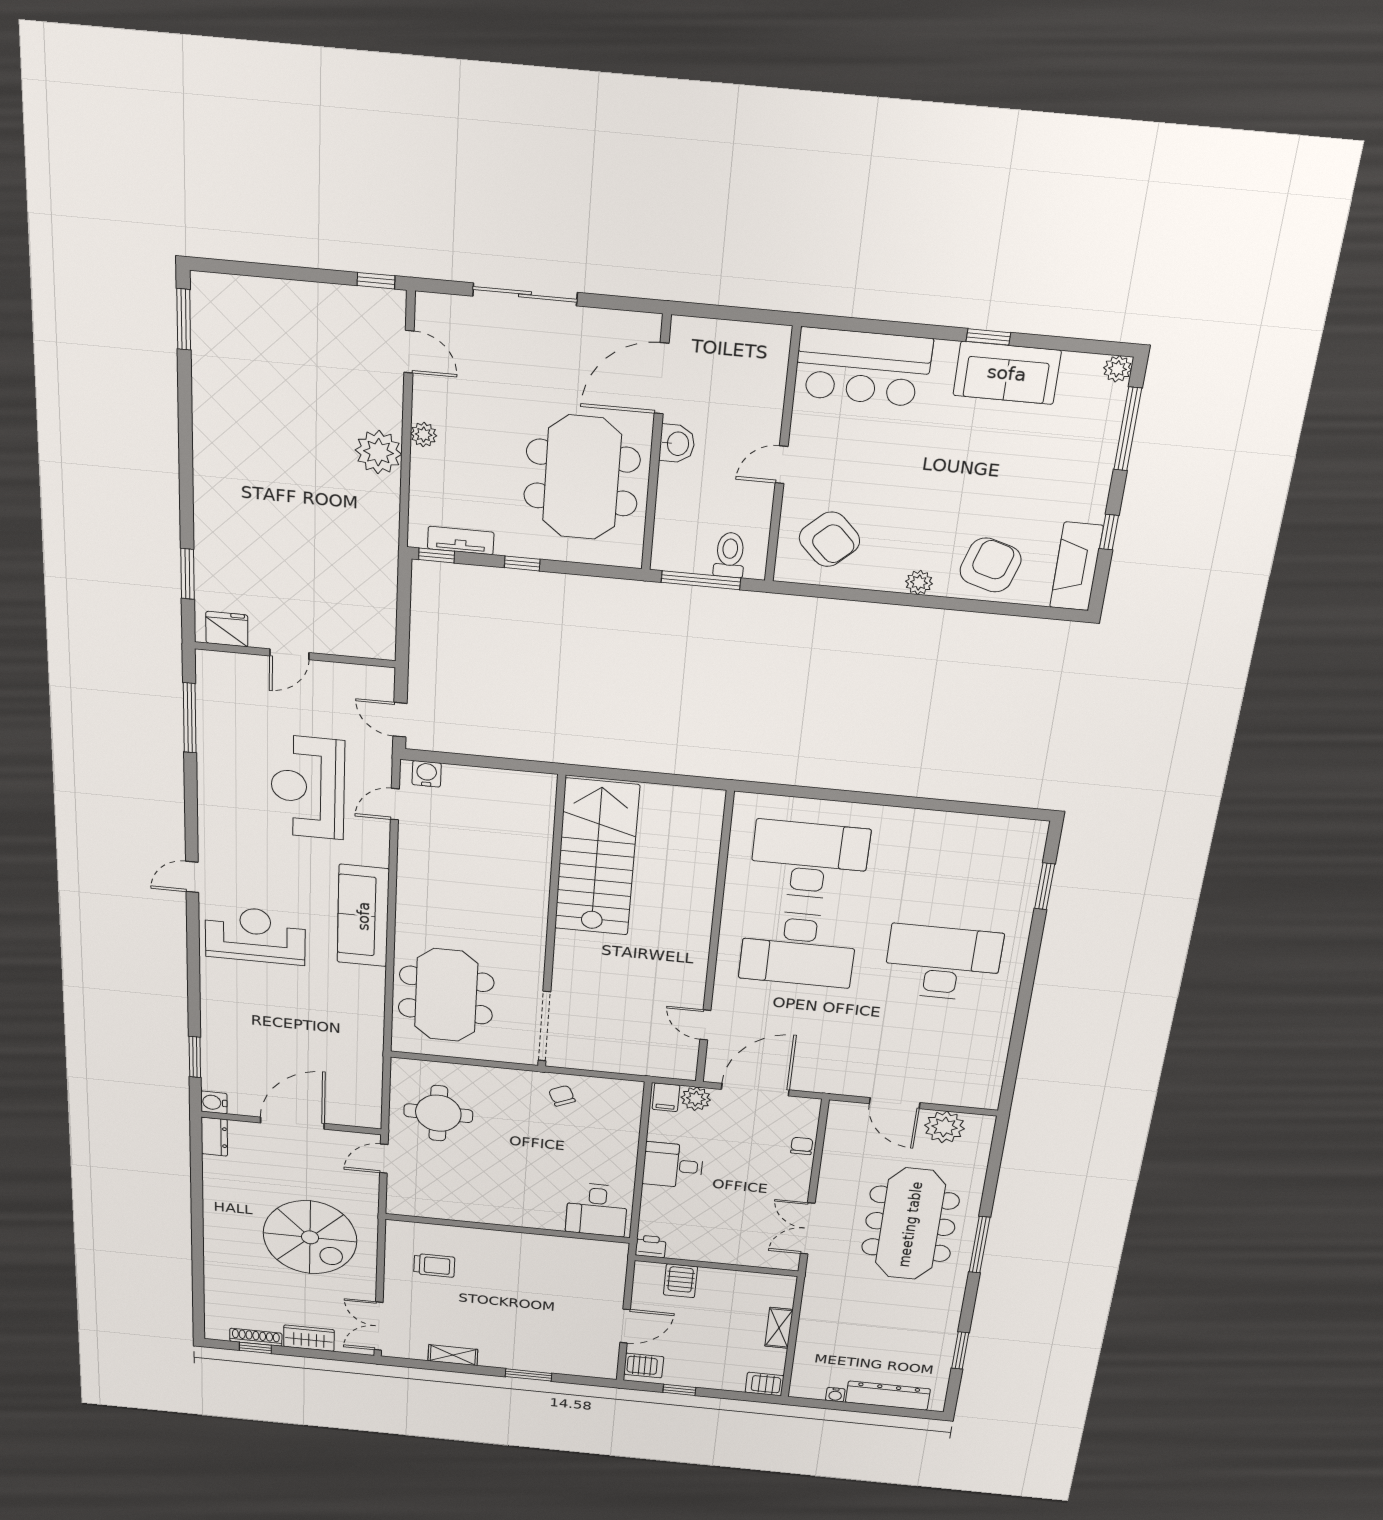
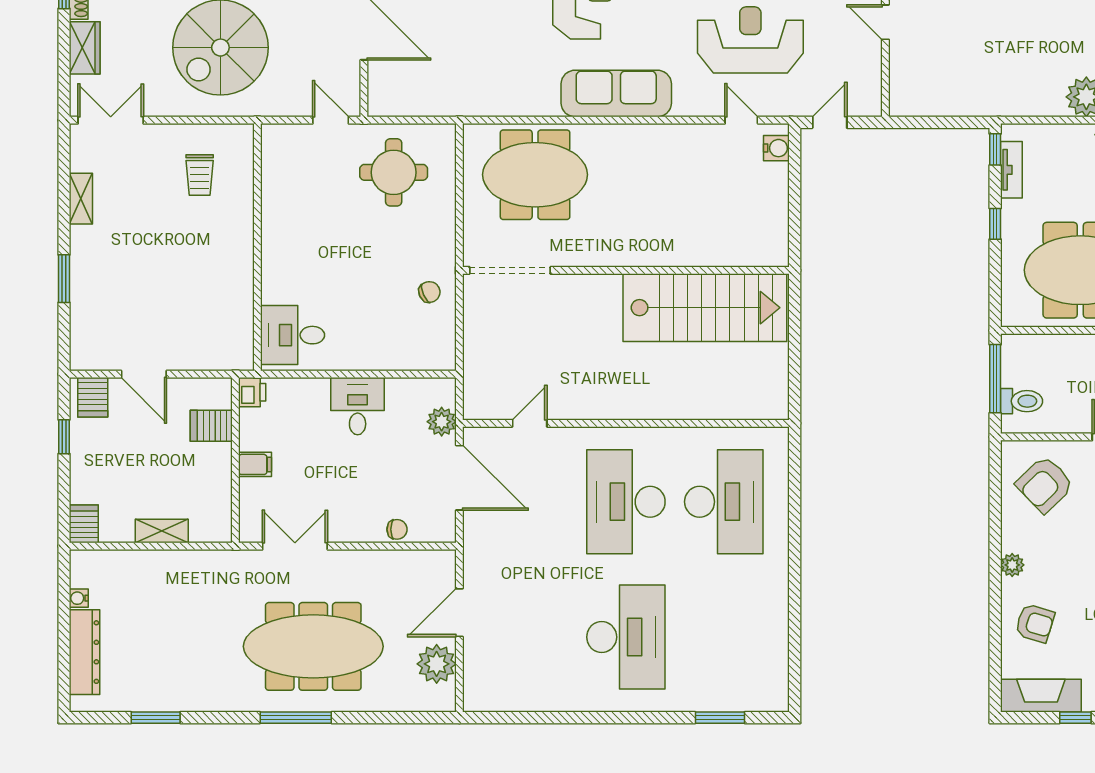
armchair: (991, 565) -> (1035, 623), width x0.72, depth x0.72
filing cabinet: (666, 1097) -> (255, 464), moved, turned 180

